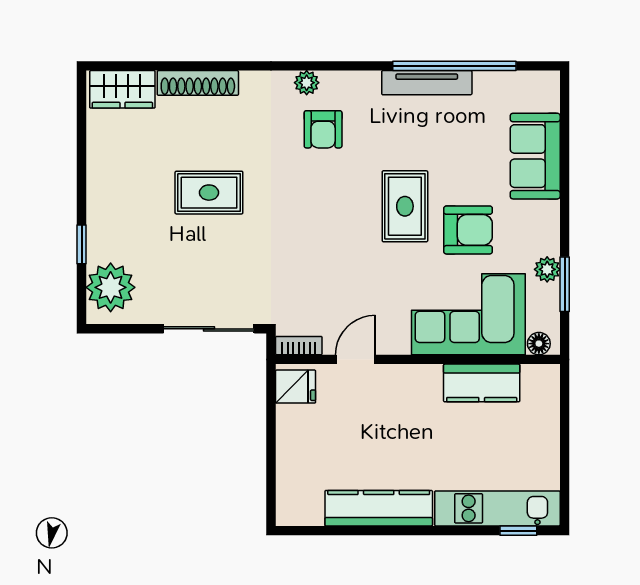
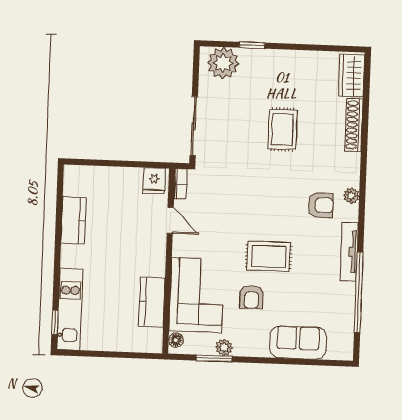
tv unit: (427, 83) -> (349, 252), moved
armchair: (323, 129) -> (321, 205), turned 180
armchair: (468, 230) -> (252, 297), width x0.72, depth x0.72
kitchen counter: (379, 508) -> (73, 220), width x0.67

